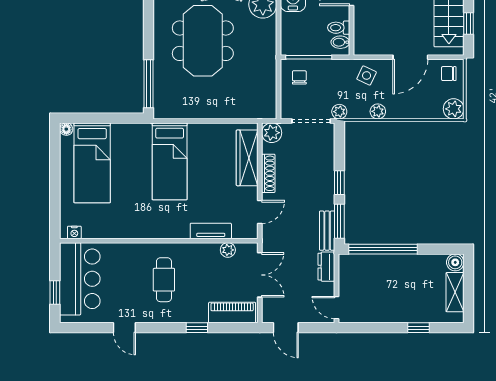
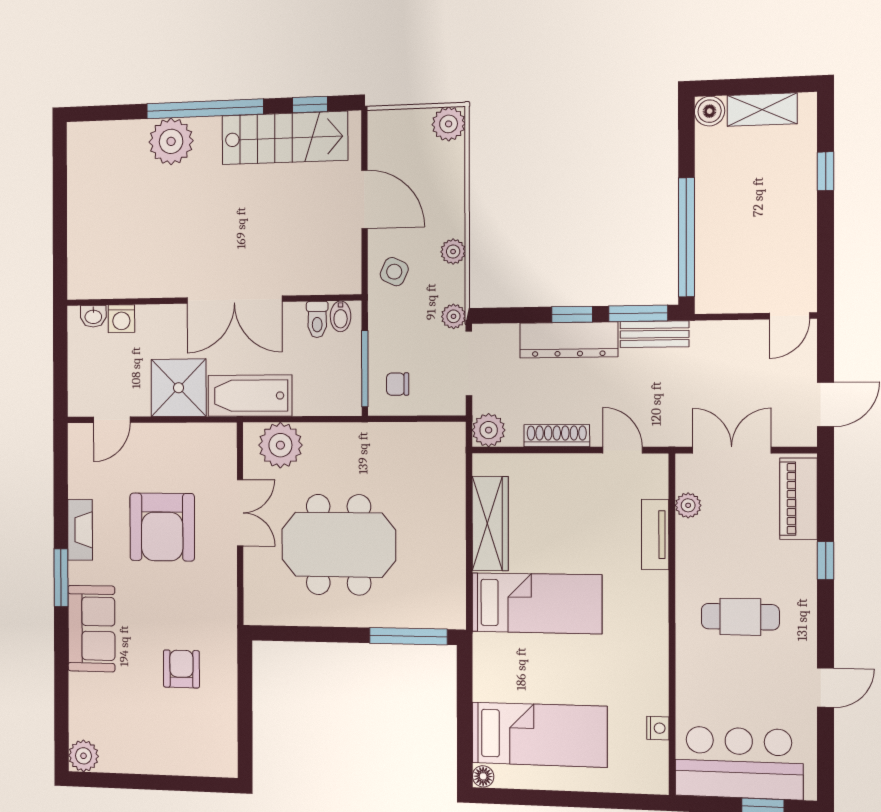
chair: (449, 74) -> (391, 134), removed
wardrobe: (247, 158) -> (490, 523), moved, turned -90
nightstand: (74, 232) -> (658, 728), moved
dresser: (326, 267) -> (569, 340), moved, width x1.96, depth x1.24

